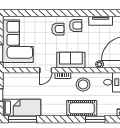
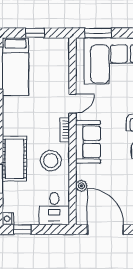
door: (46, 70) -> (73, 104), swing flipped

